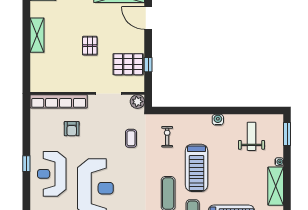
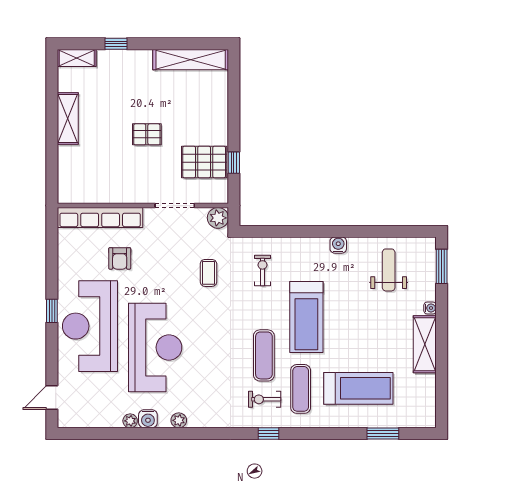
door: (148, 18) -> (234, 93), removed
pallet: (90, 46) -> (147, 134), turned 90
reception desk: (52, 174) -> (90, 326), width x1.36, depth x1.30

